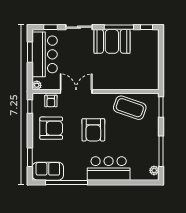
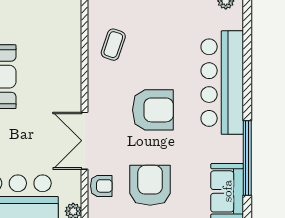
coffee table: (130, 108) -> (113, 45), width x0.54, depth x0.58
bar counter: (109, 168) -> (222, 83), width x1.36

